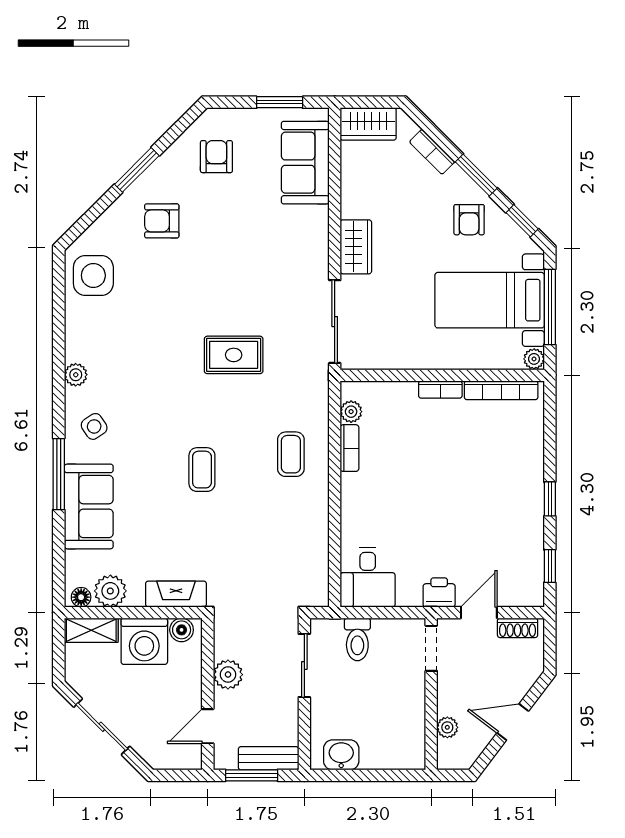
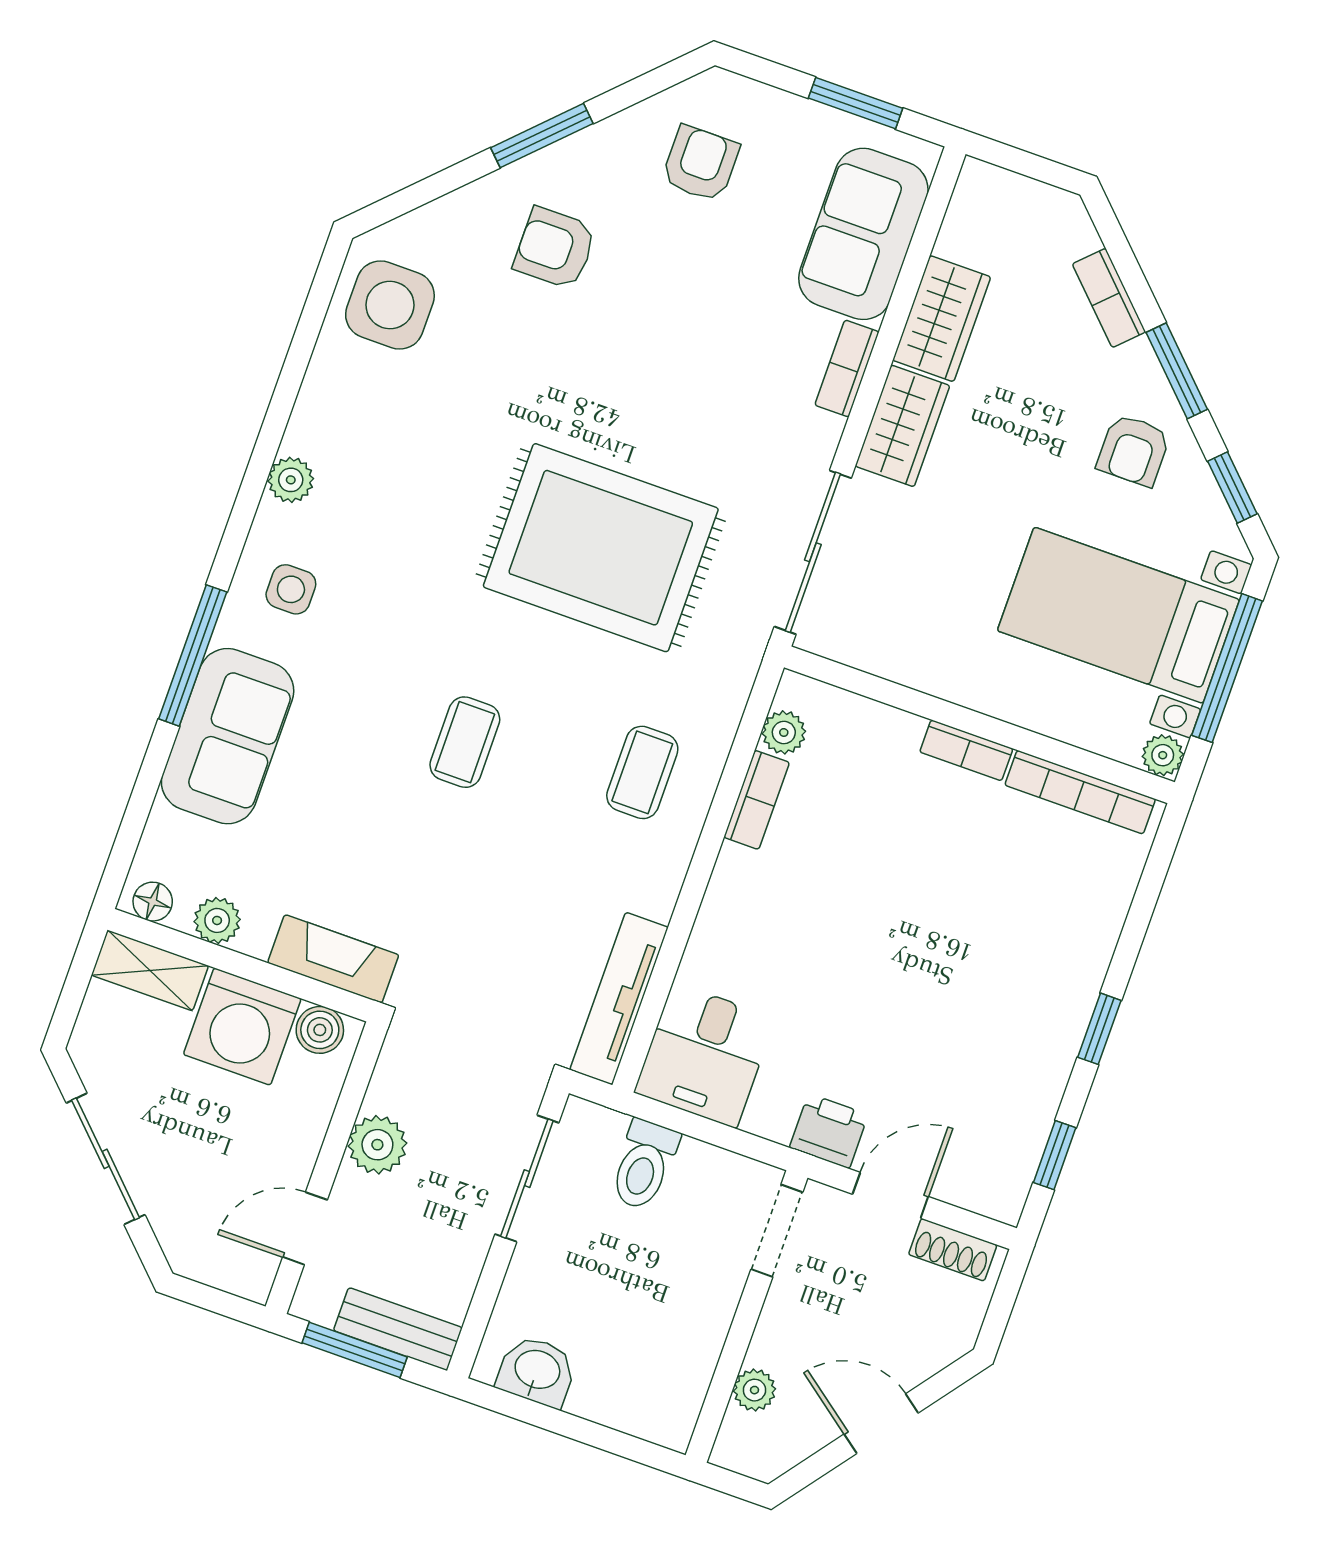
wardrobe: (368, 124) -> (942, 319), moved, turned -90
bookcase: (320, 229) -> (847, 368), added
rug: (234, 355) -> (601, 548), width x1.86, depth x2.06
side table: (94, 426) -> (291, 589), turned 34
tv unit: (318, 565) -> (619, 999), added
plant: (110, 591) -> (217, 920), width x0.73, depth x0.73

